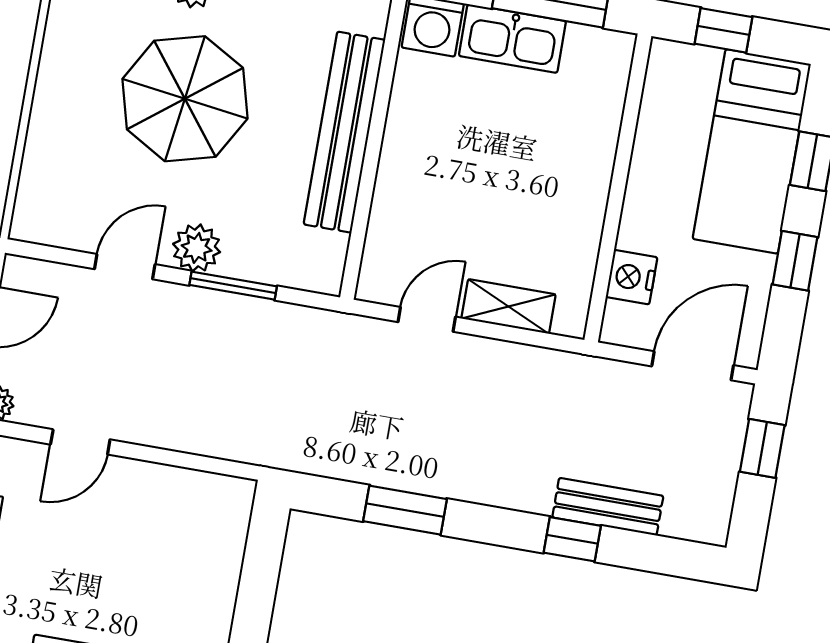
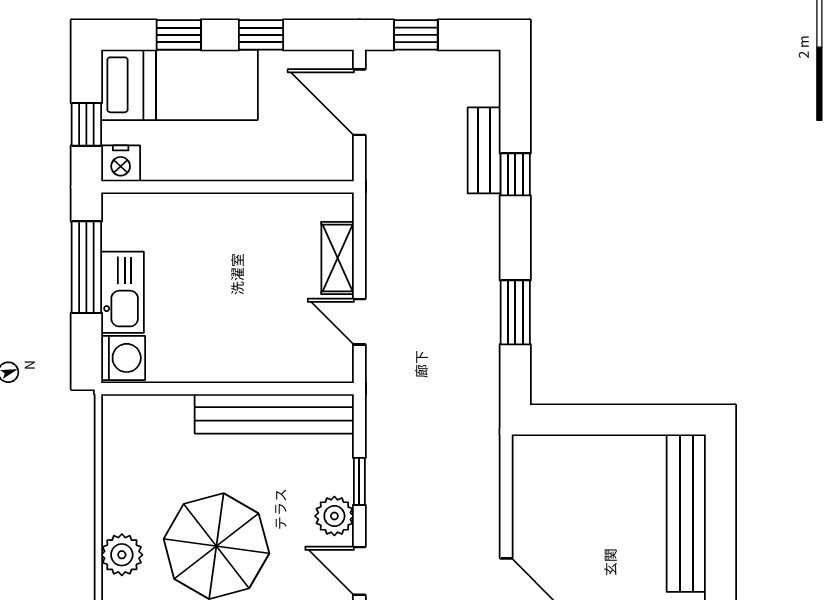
bench: (344, 132) -> (274, 414), moved
nightstand: (632, 277) -> (121, 163), moved
window: (233, 286) -> (359, 481), width x0.67

